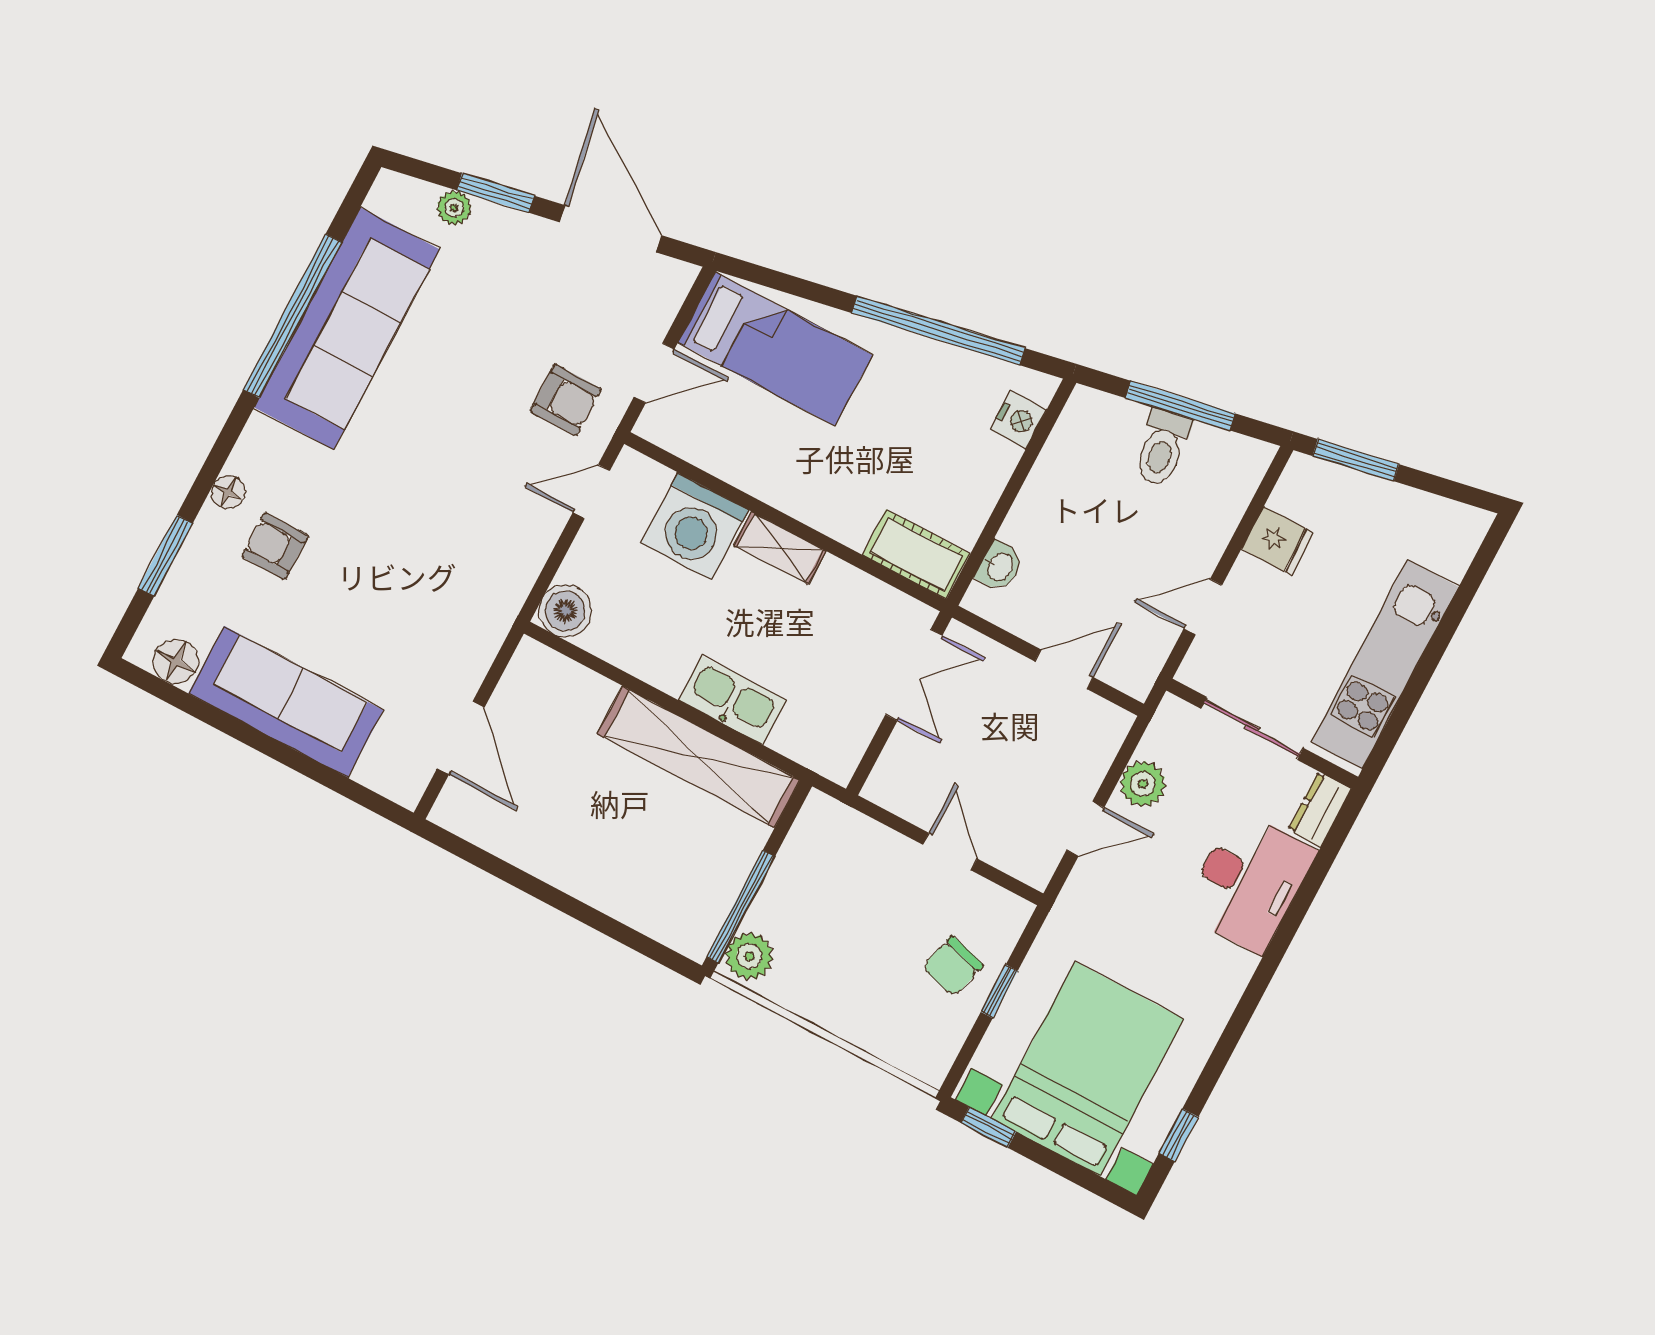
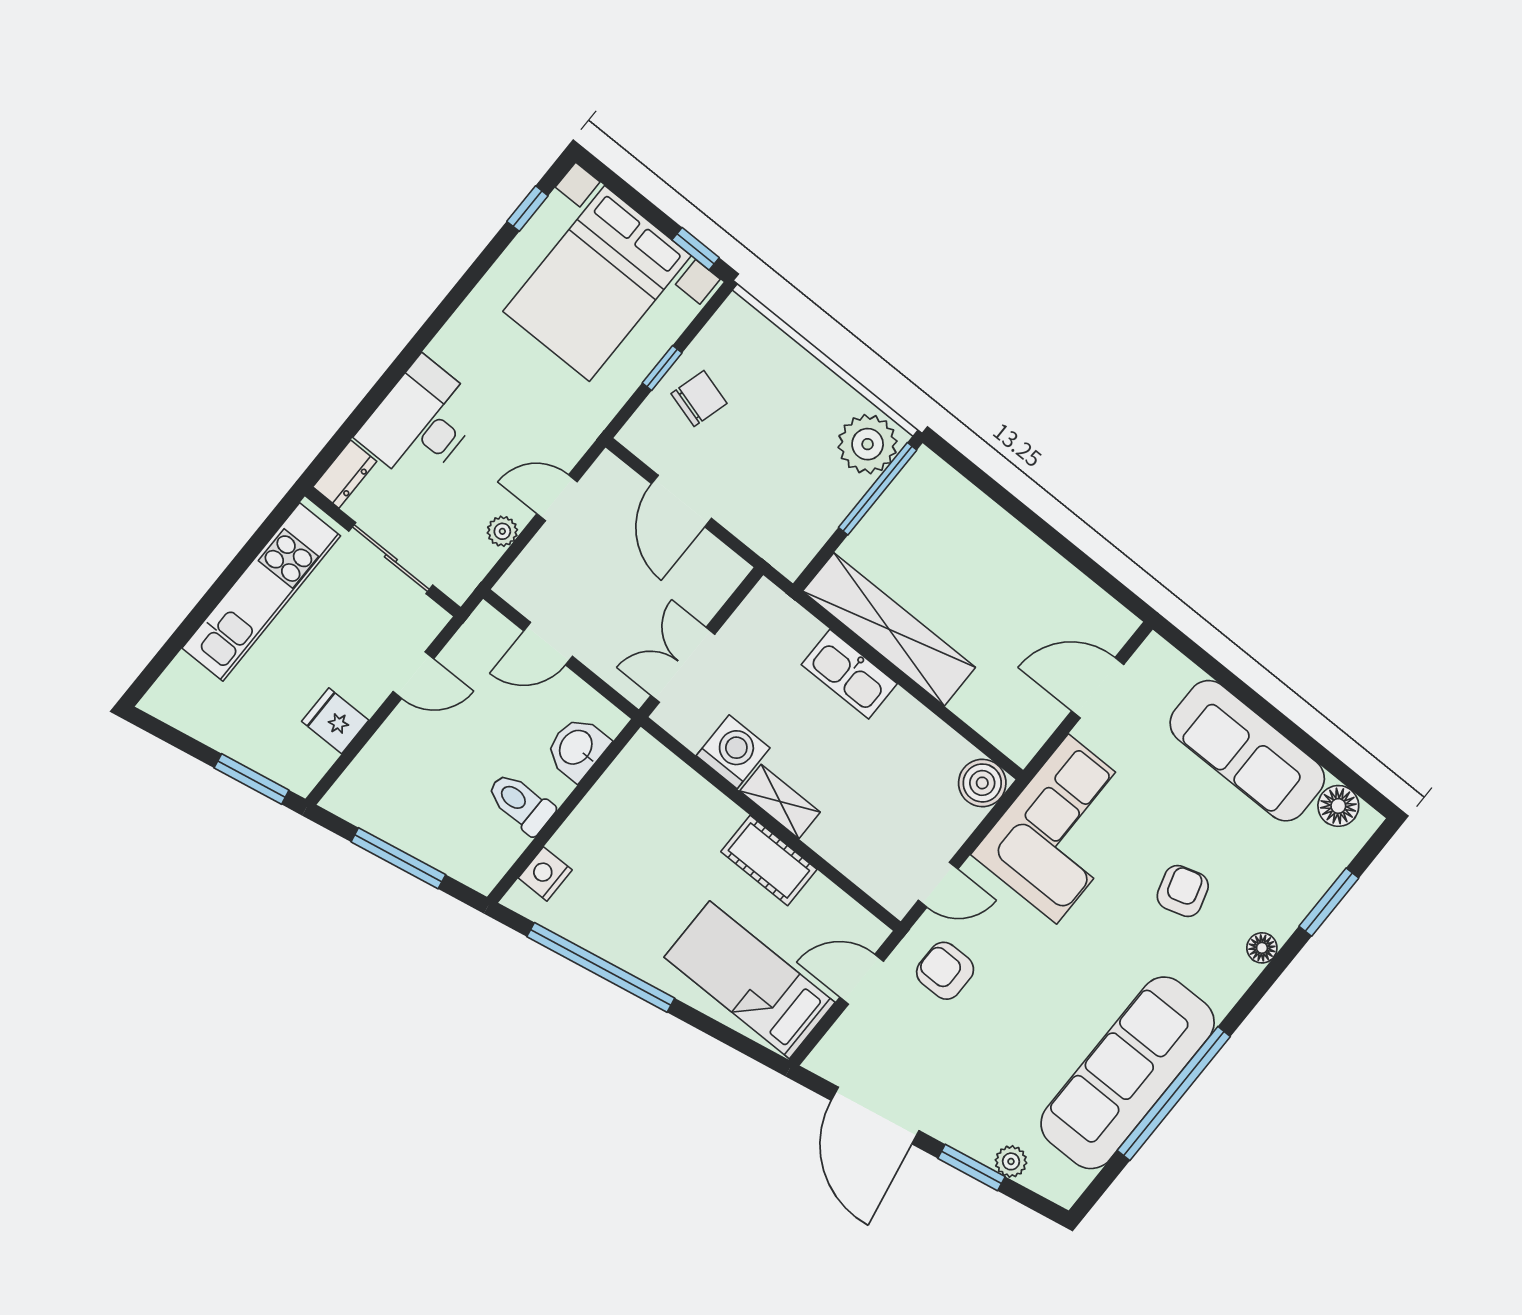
toilet: (1162, 447) -> (521, 803), moved, turned -79
washing machine: (695, 526) -> (733, 752), moved, width x0.73, depth x0.73
armchair: (275, 546) -> (1183, 891), moved, turned -107
cot: (916, 554) -> (769, 860), moved
washbasin: (1000, 566) -> (577, 748), width x1.38, depth x1.45
corner sofa: (469, 578) -> (1062, 829), added
door: (461, 738) -> (1098, 688), hinge flipped
plant: (1143, 784) -> (502, 531), width x0.73, depth x0.73
door: (950, 852) -> (682, 501), width x1.38
plant: (749, 956) -> (868, 444), width x1.36, depth x1.36

